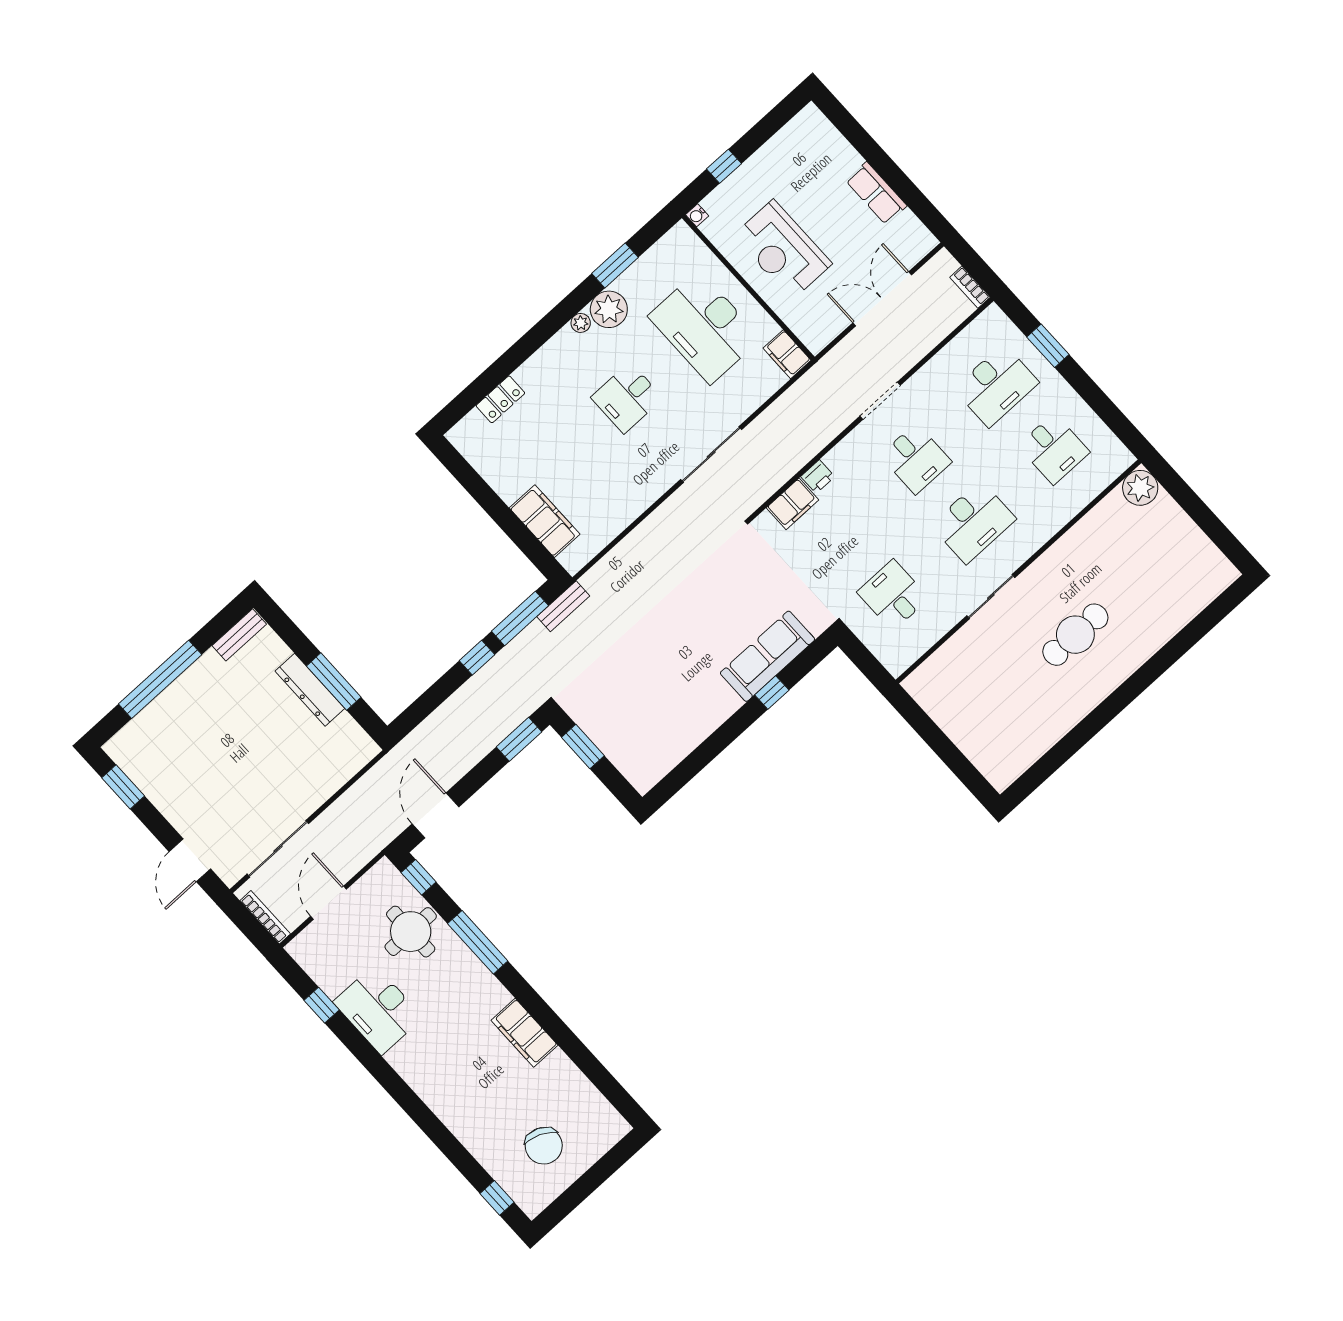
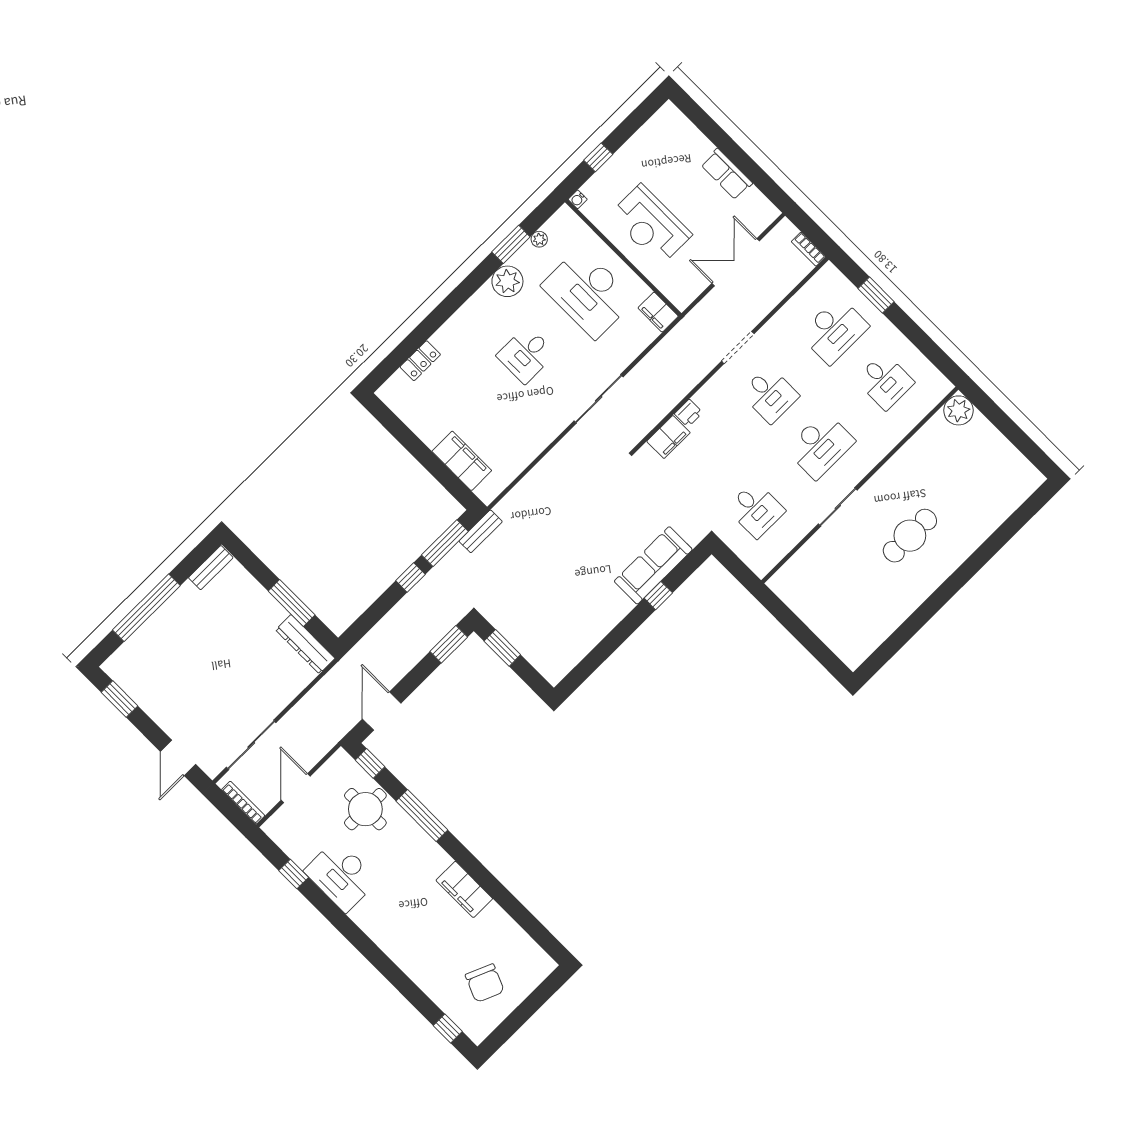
plant: (581, 323) -> (539, 239), moved
desk: (893, 595) -> (756, 510), turned 180
dresser: (310, 690) -> (305, 644), moved

